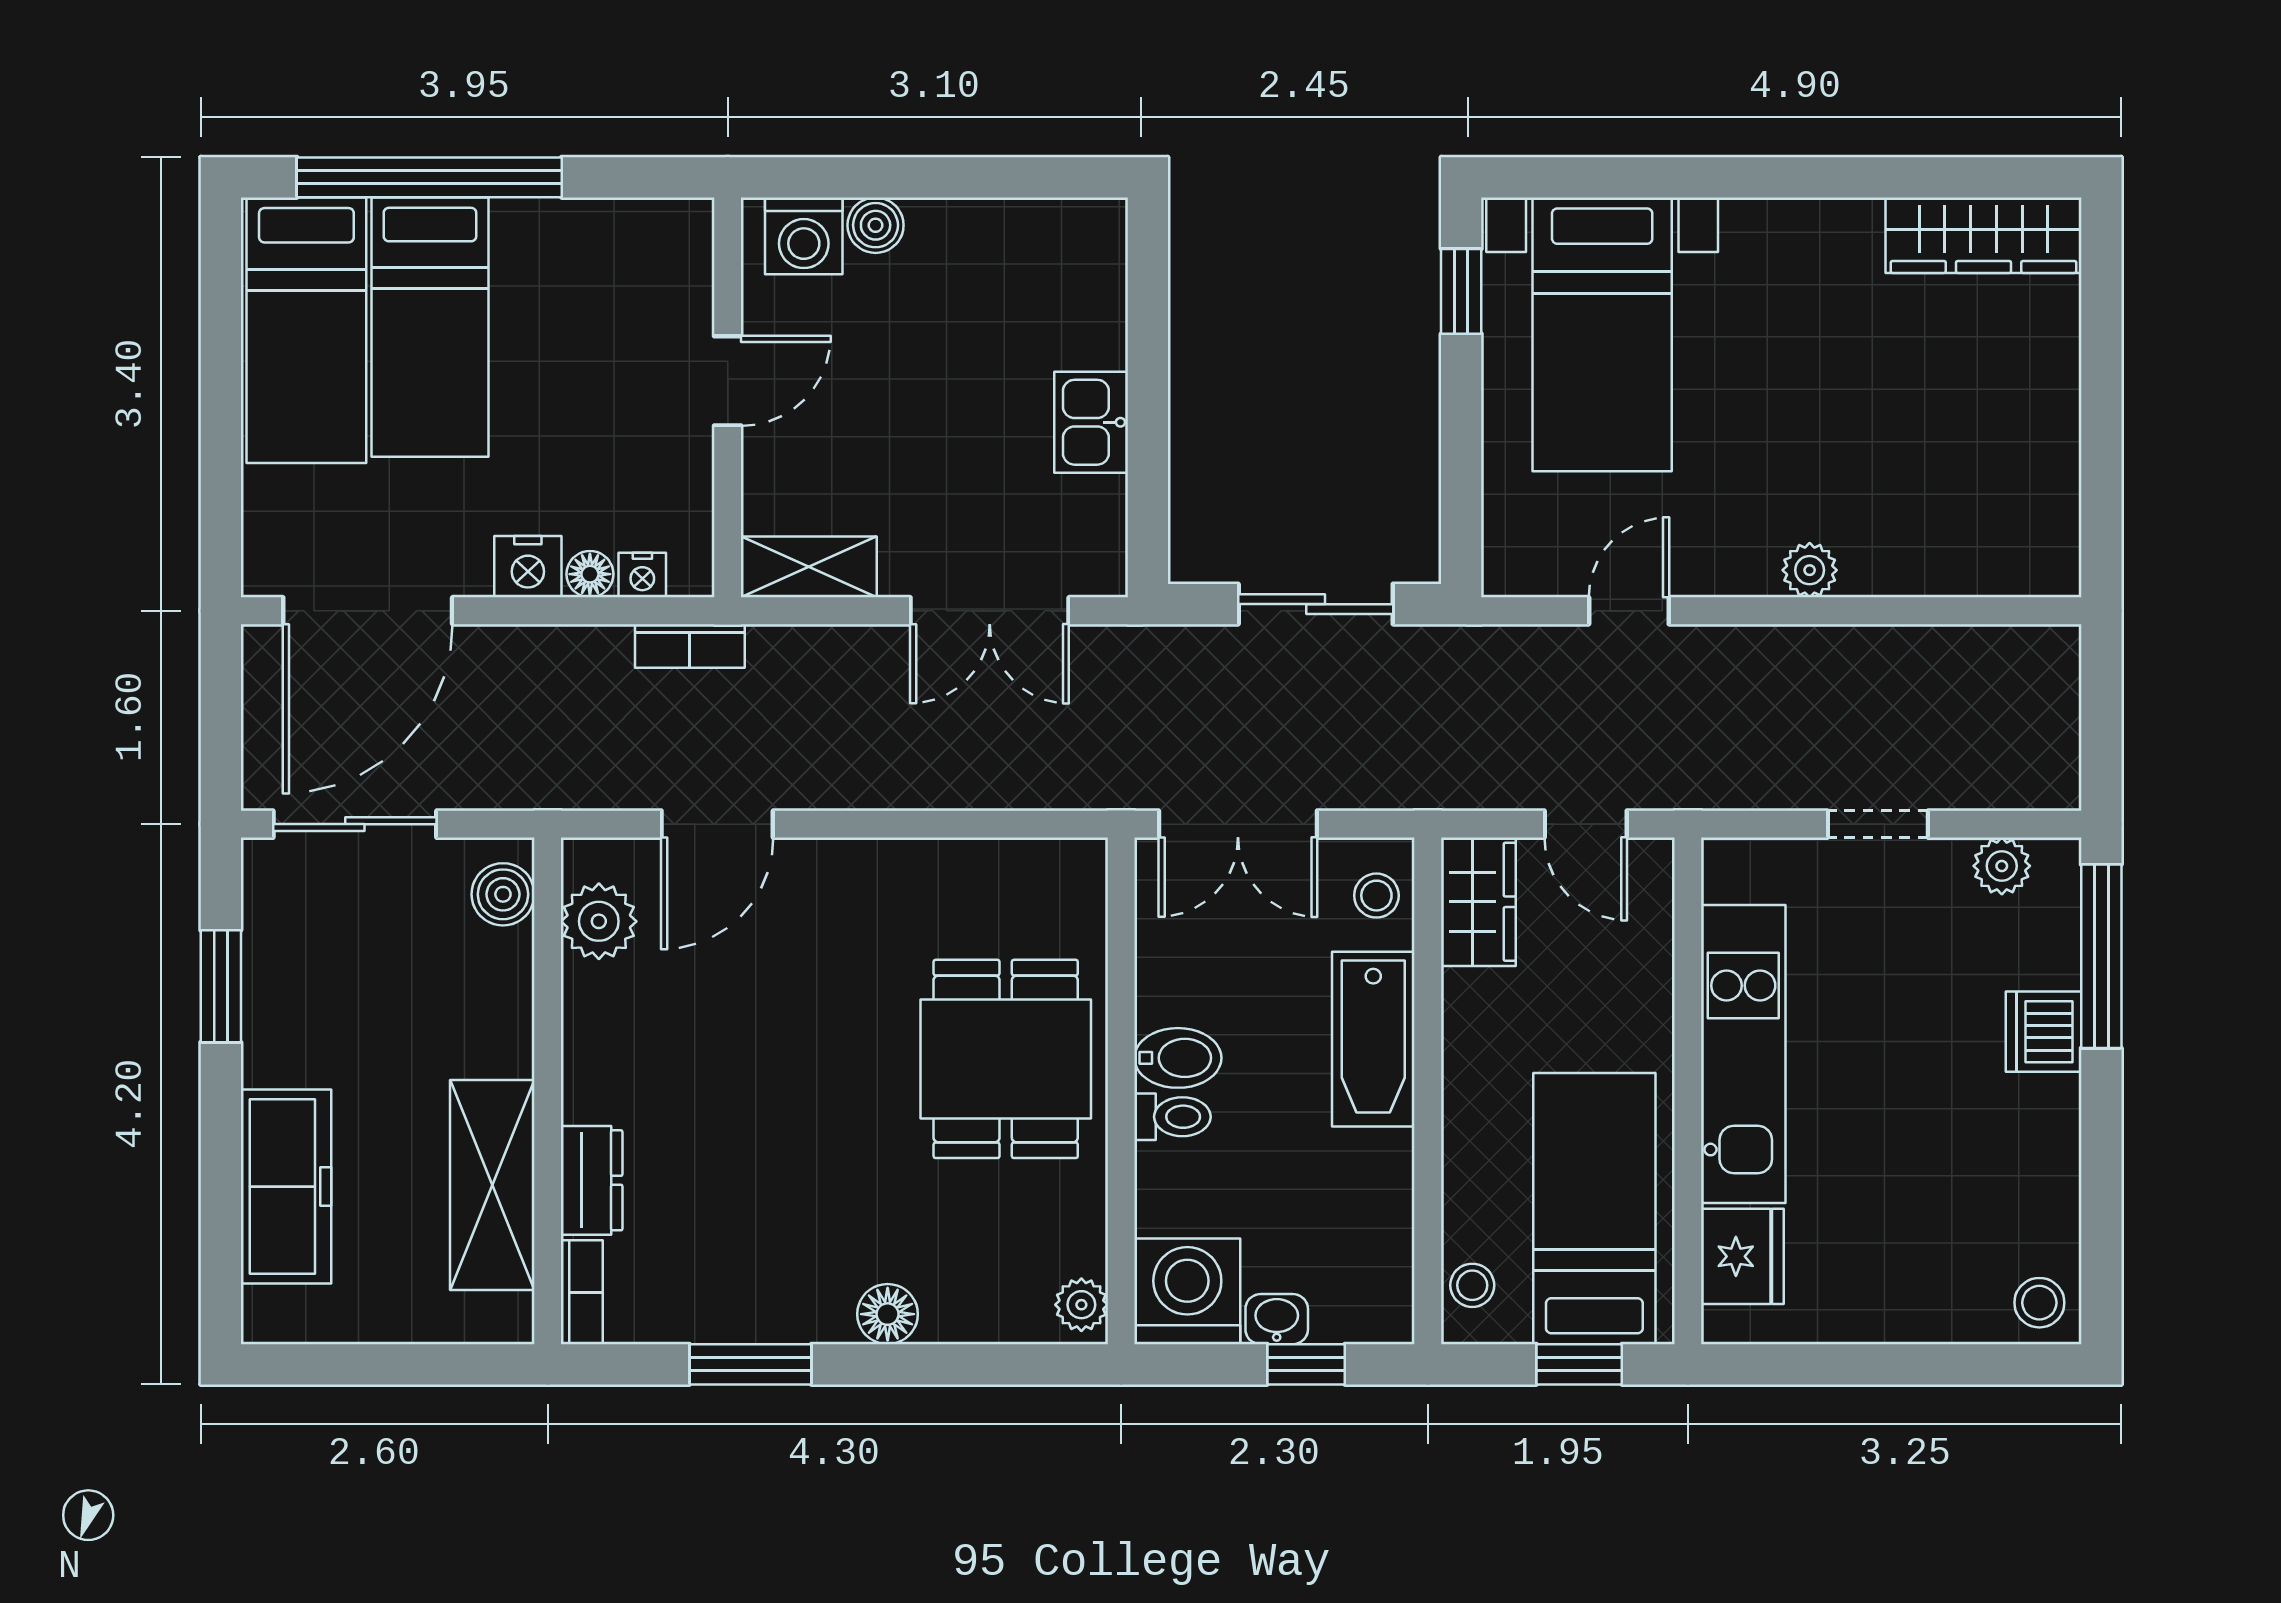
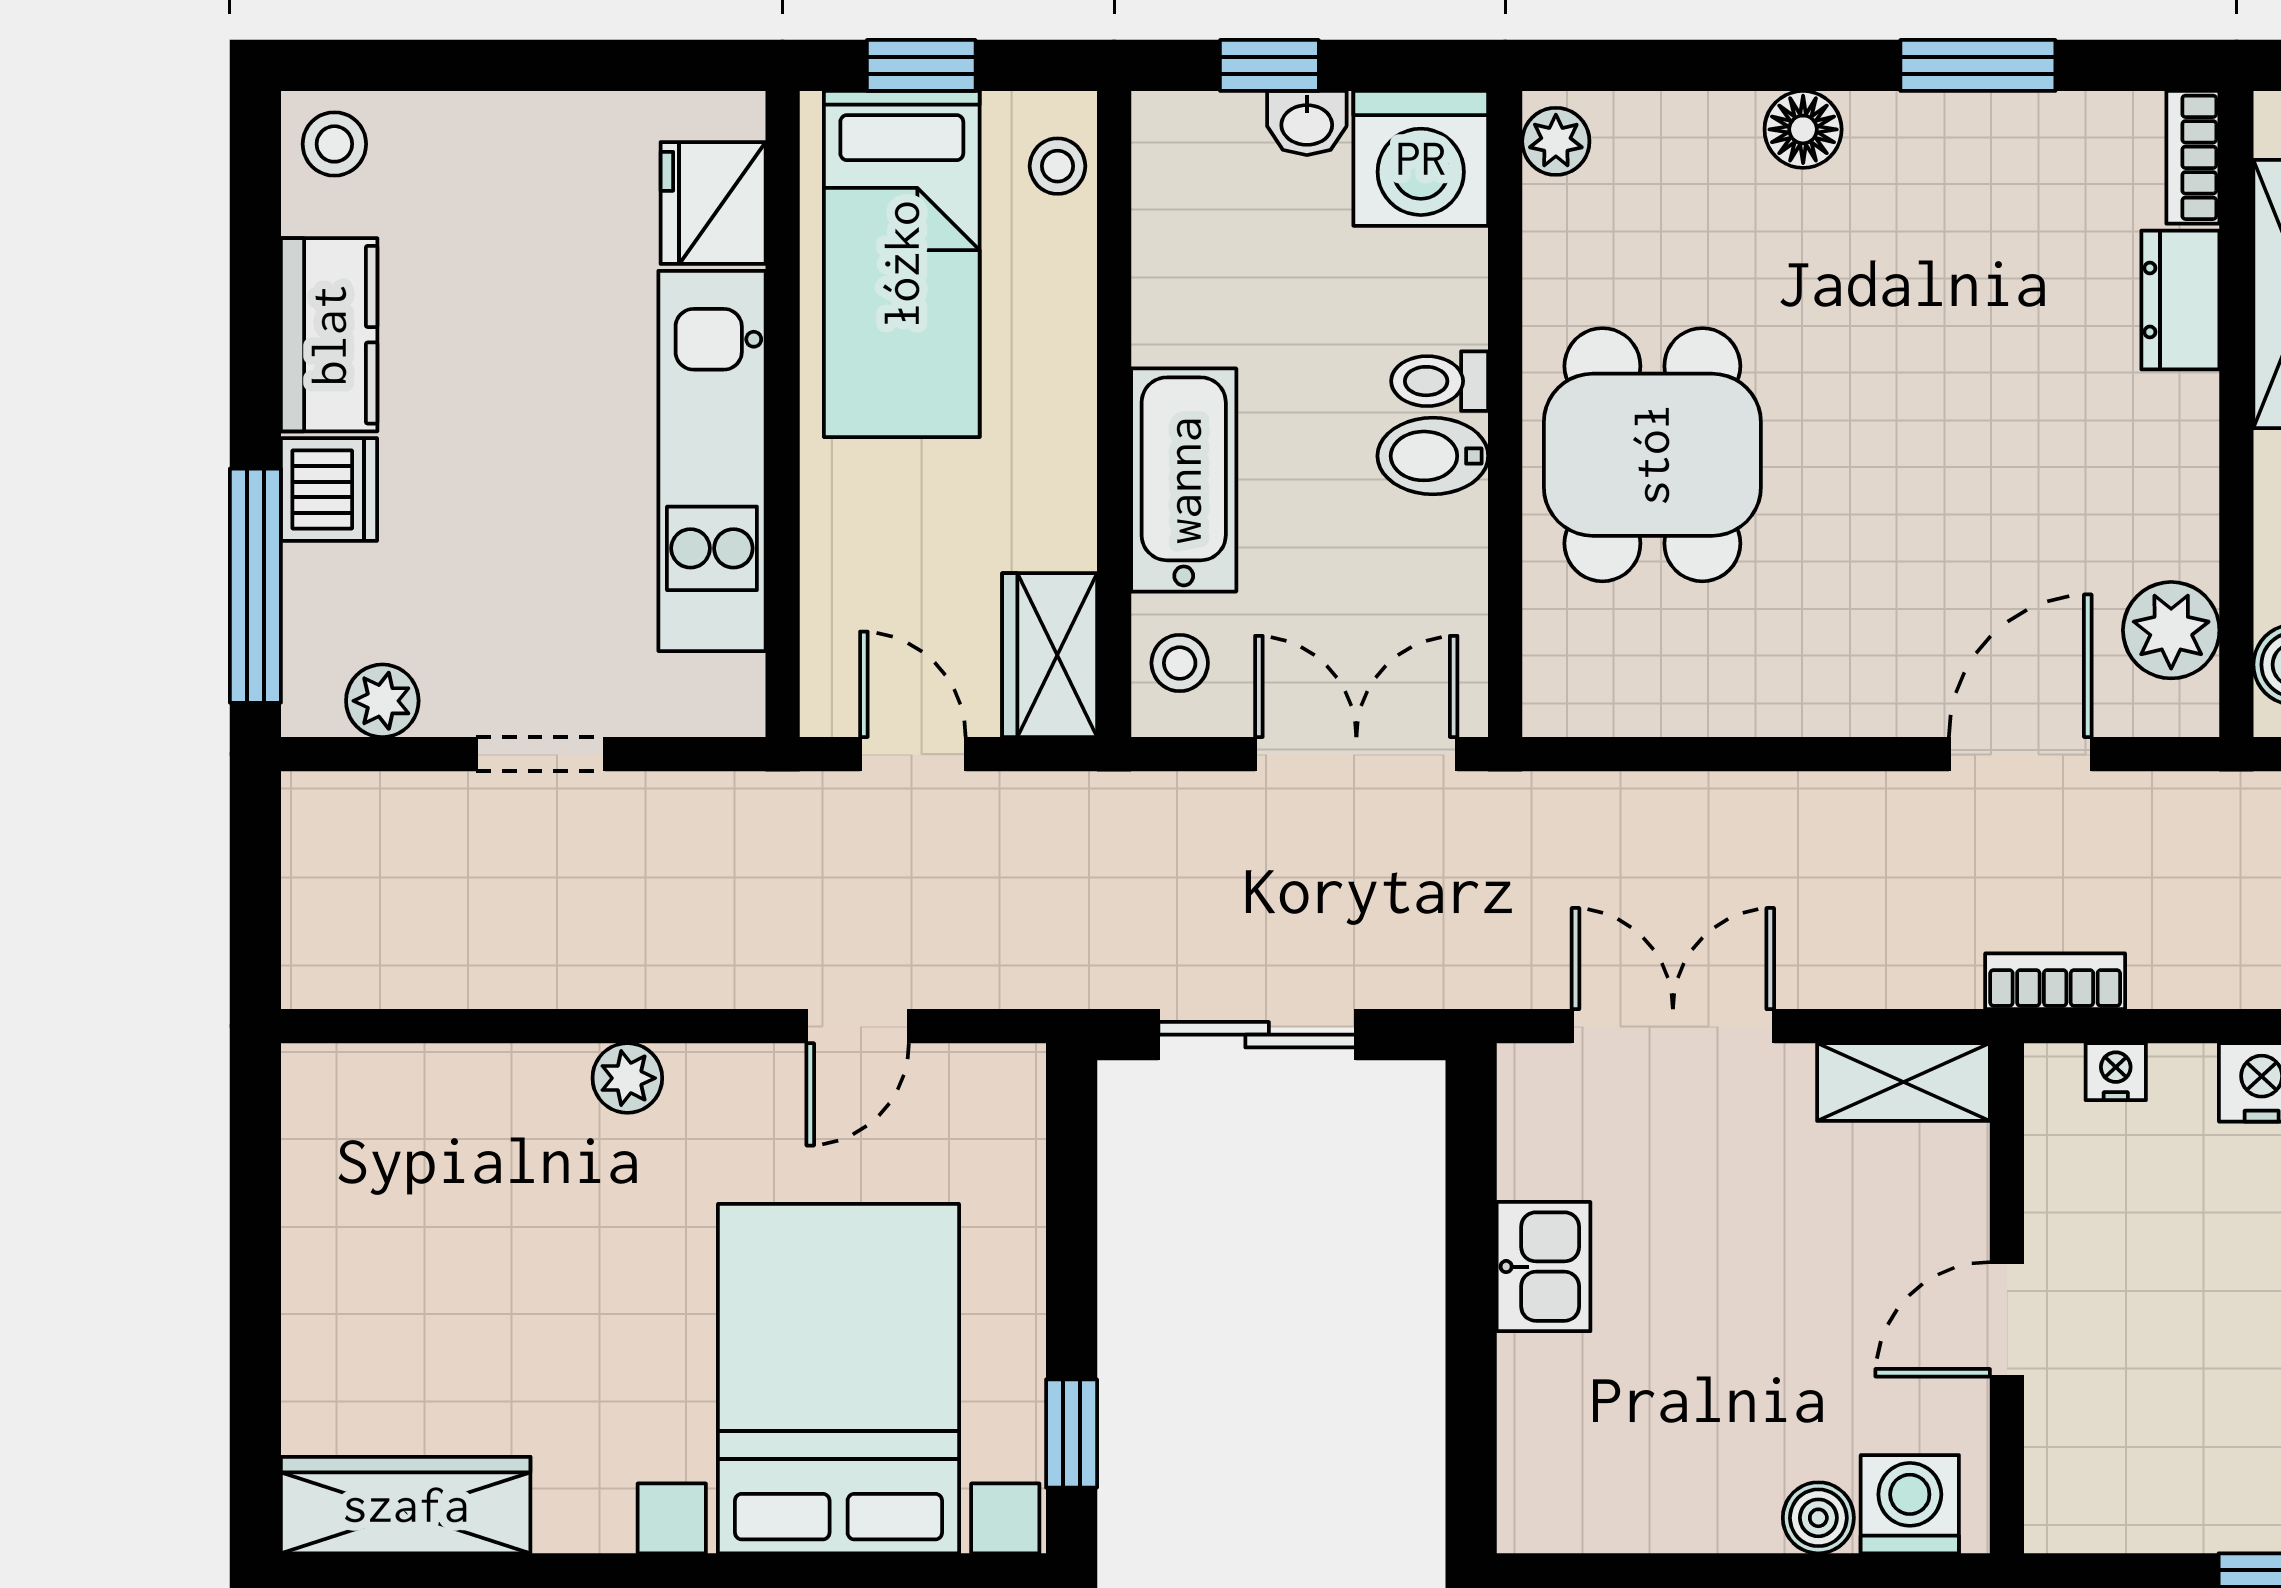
bed with nightstands: (1602, 334) -> (839, 1379), width x1.36
floor lamp: (590, 574) -> (2182, 1073), removed
kitchen counter: (2043, 1153) -> (329, 335), added

